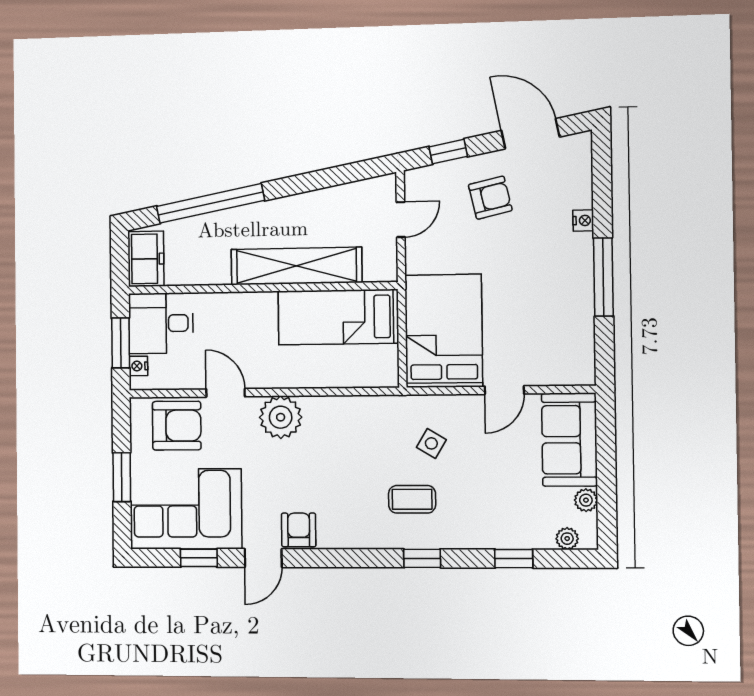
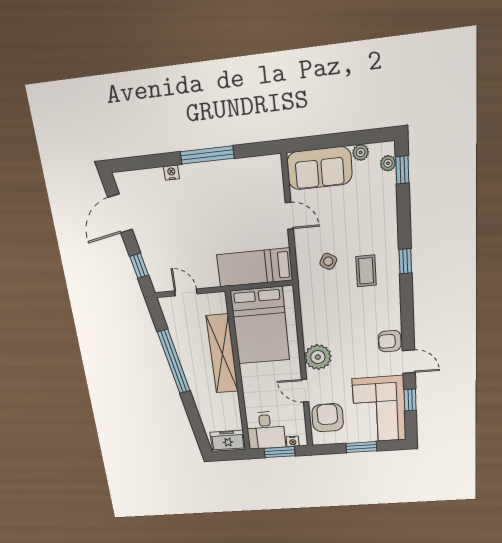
armchair: (490, 198) -> (165, 236), removed
window: (210, 203) -> (174, 362), moved
bed: (338, 317) -> (260, 326), width x1.50
bed: (444, 331) -> (255, 267), width x0.67
door: (226, 393) -> (305, 391), hinge flipped
window: (514, 559) -> (402, 170), moved

